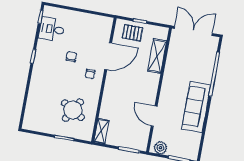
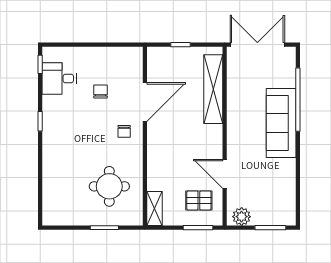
pallet: (133, 33) -> (199, 200), moved
shelving: (157, 56) -> (213, 89), width x1.47
chair: (71, 57) -> (101, 91), moved
sofa: (196, 107) -> (281, 123), moved
round table: (73, 110) -> (109, 186), turned -31

